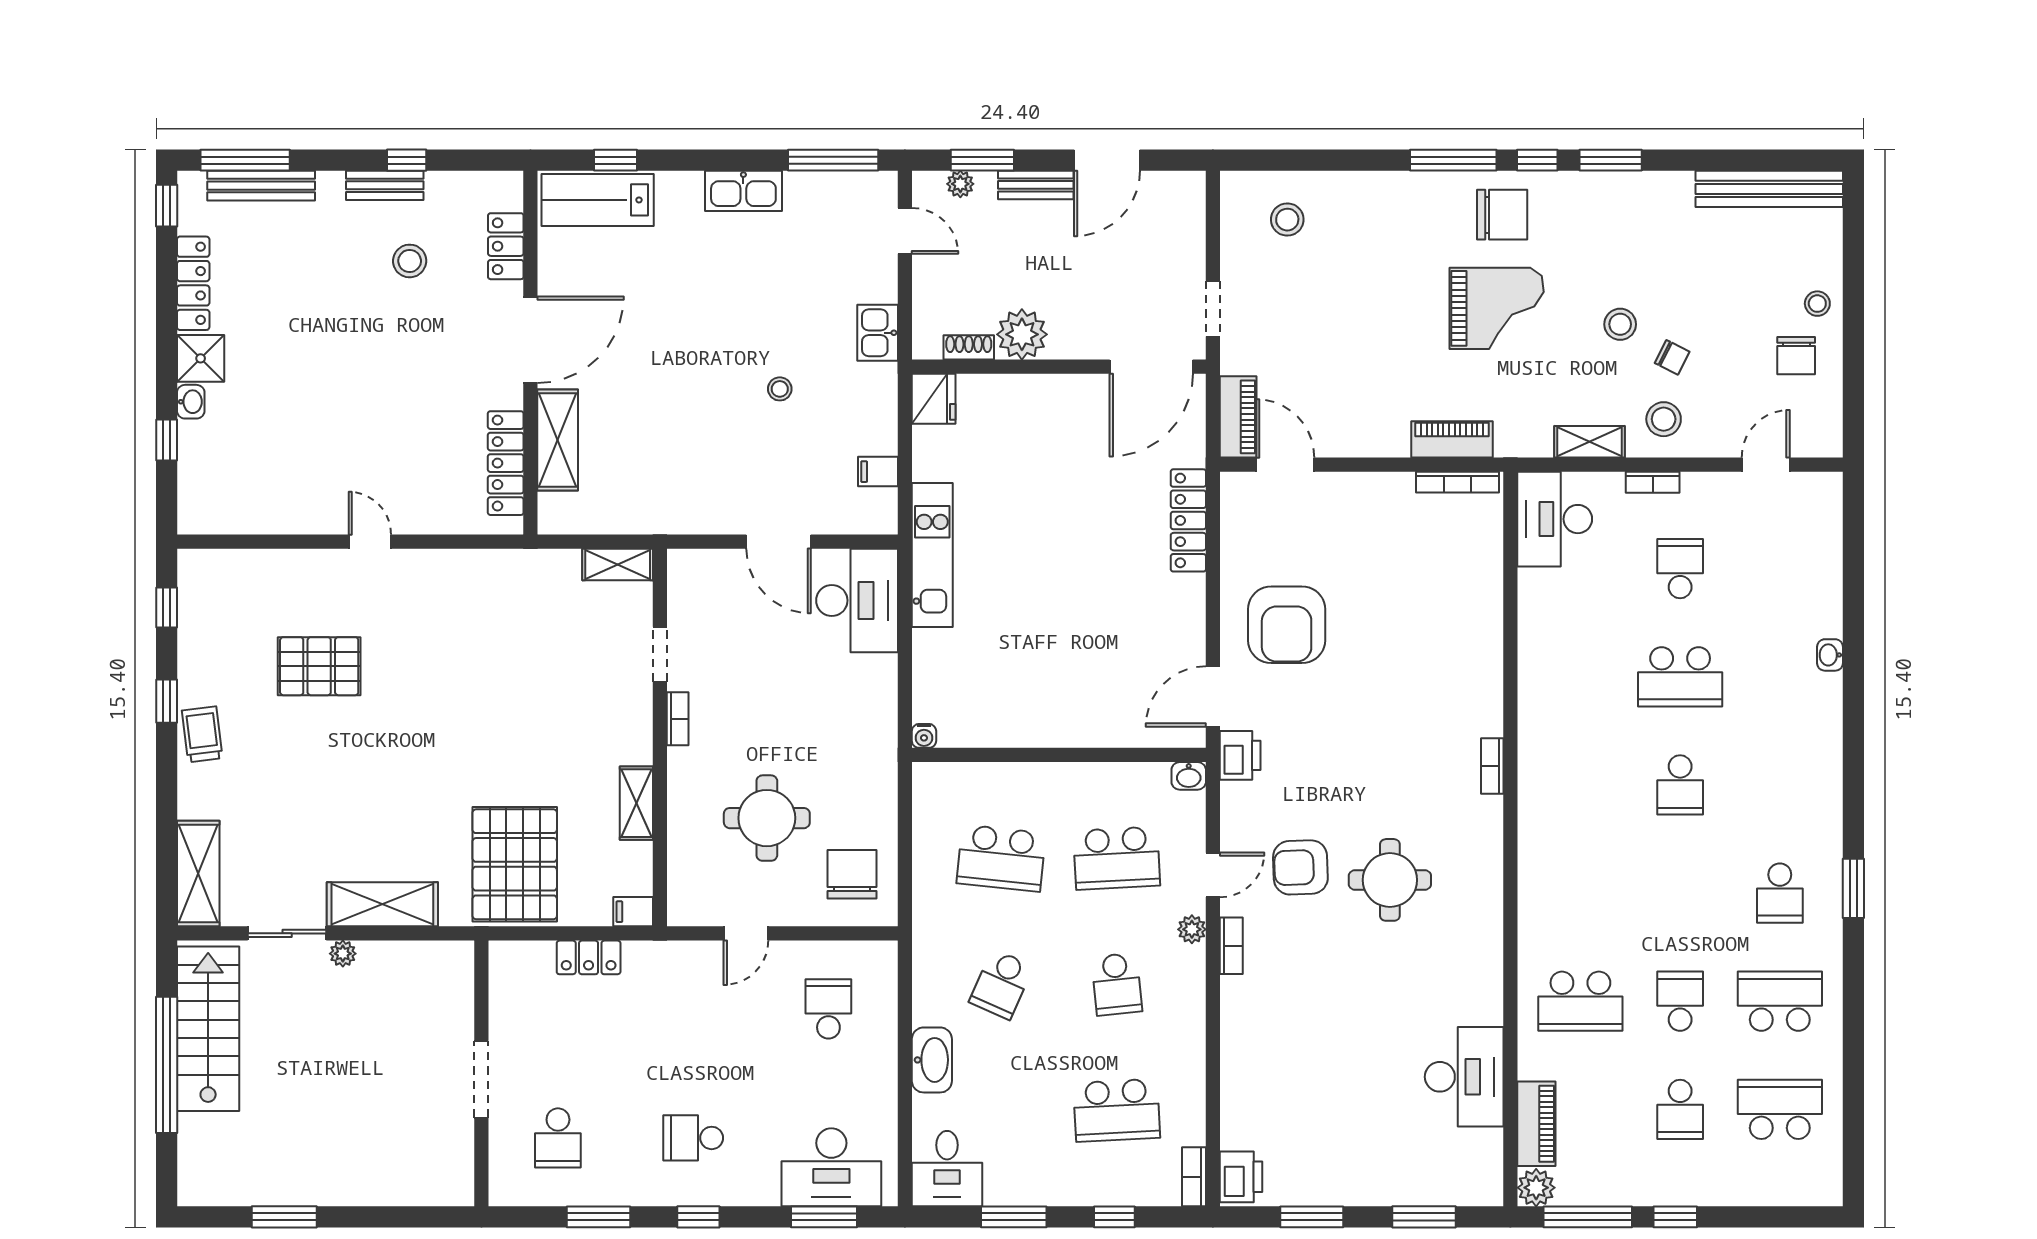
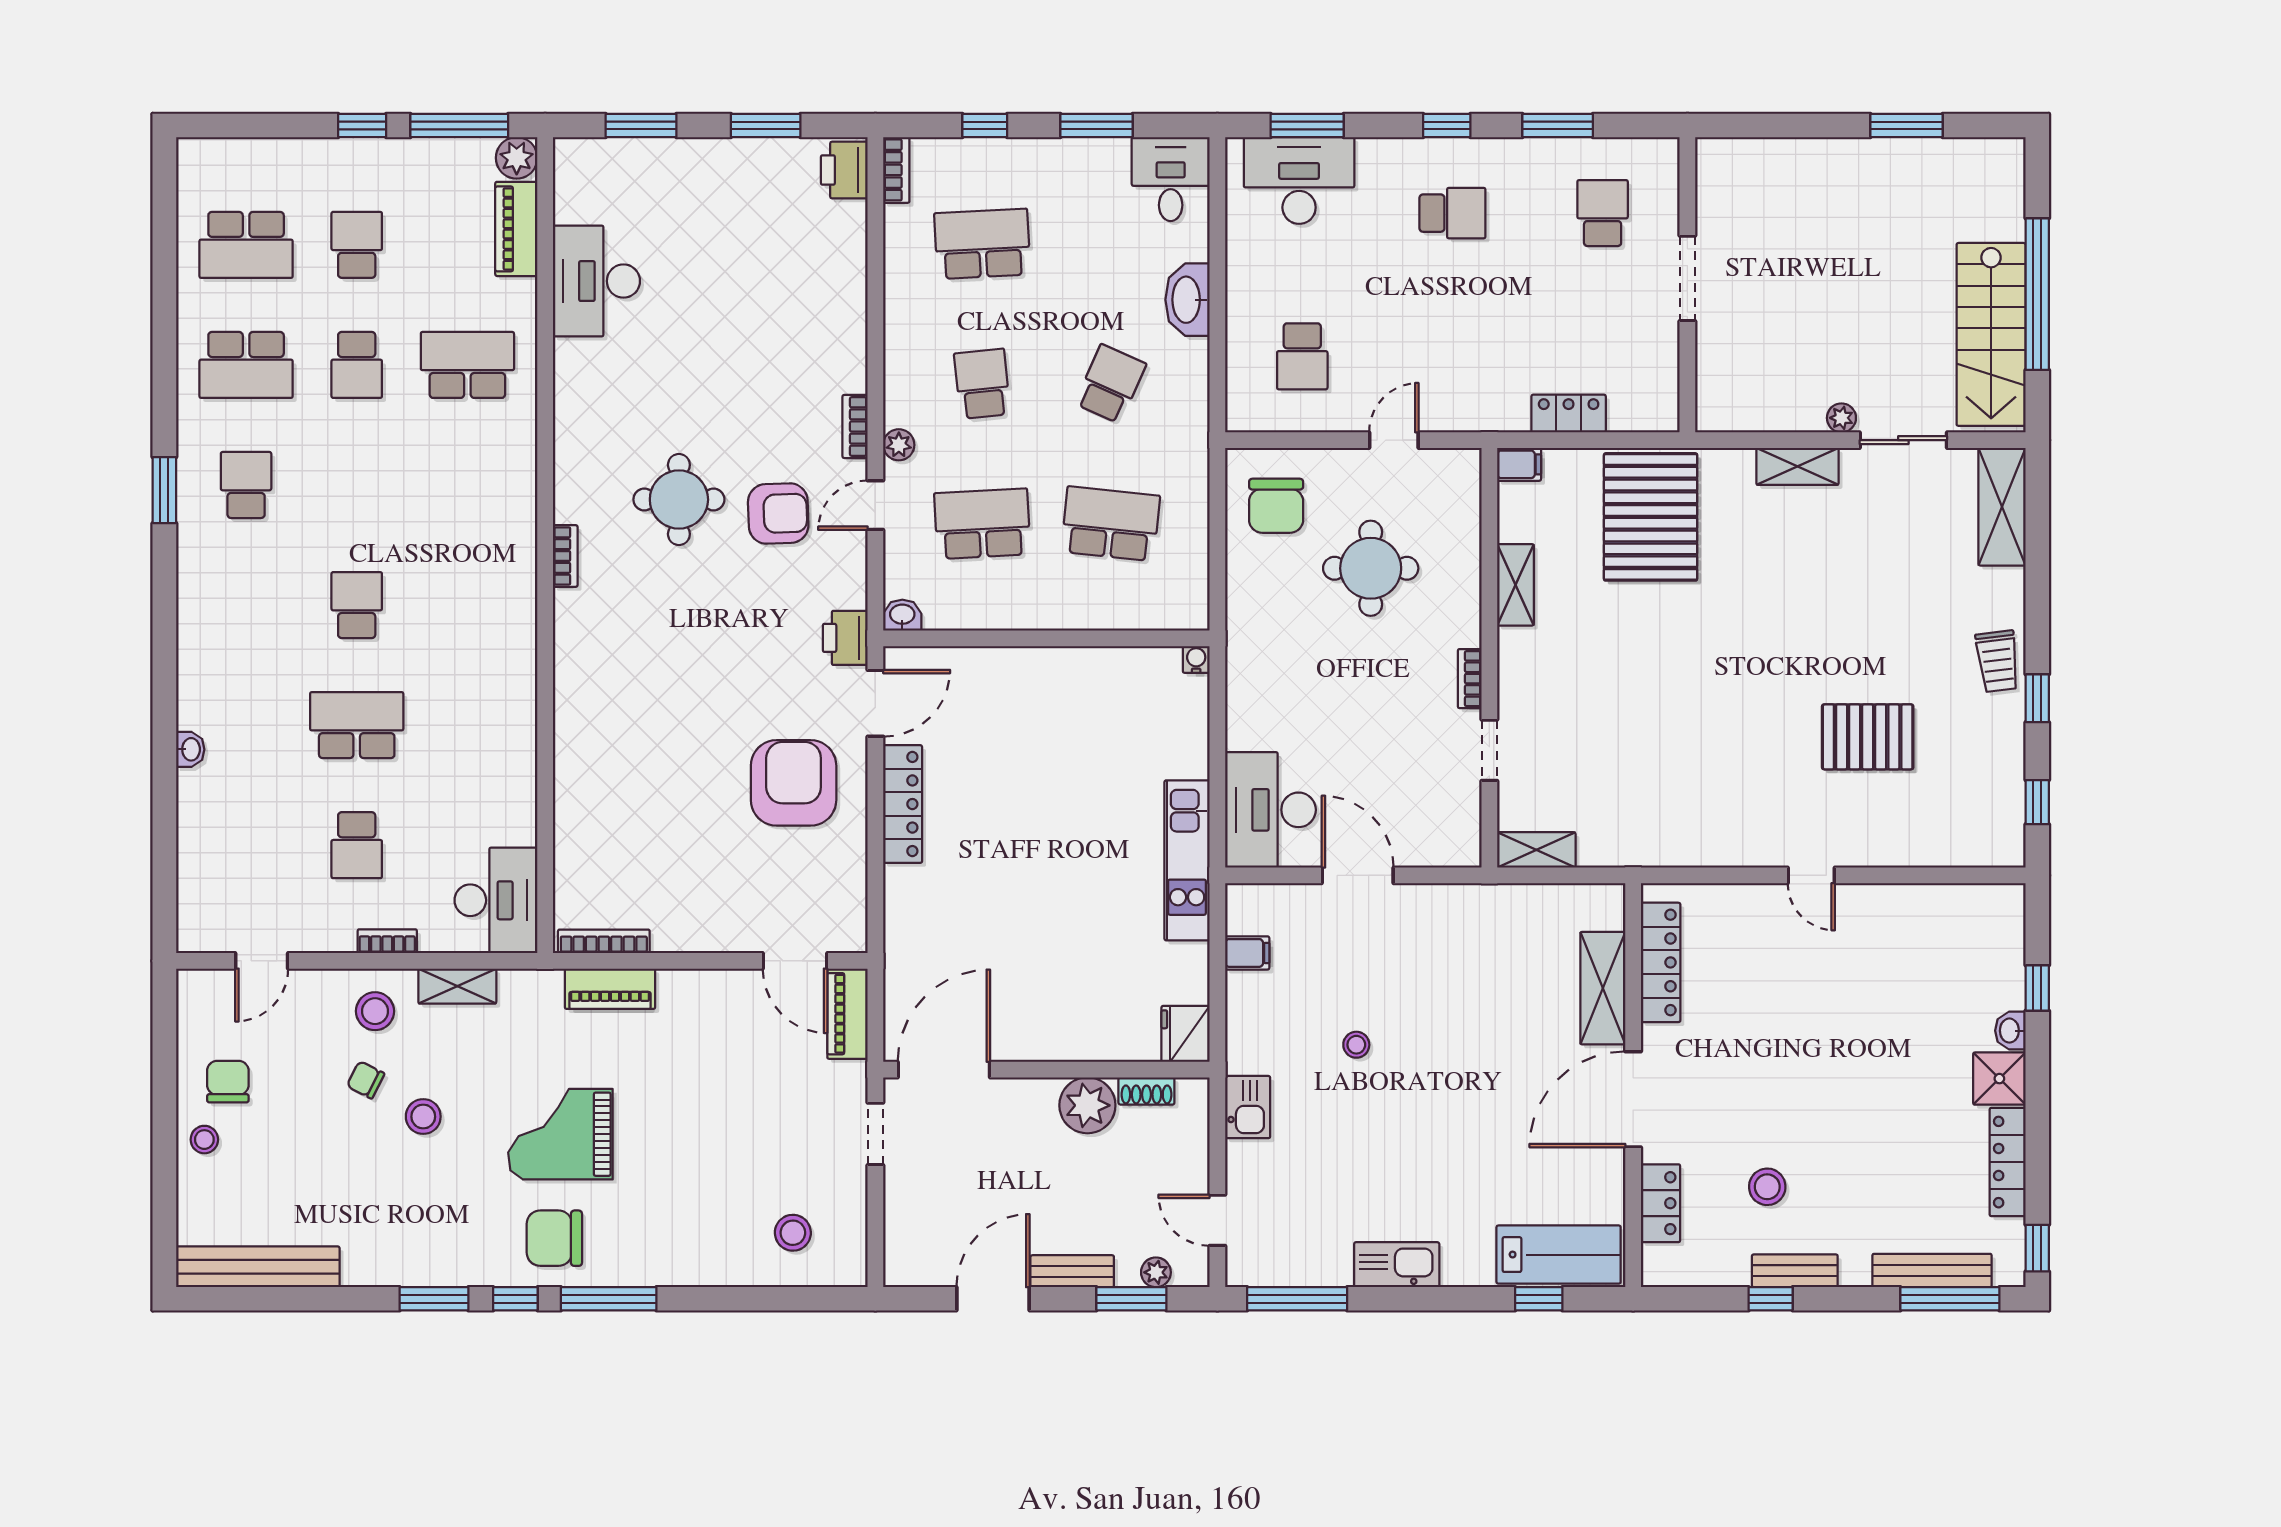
locker: (1188, 520) -> (903, 804), moved
bookcase: (1492, 766) -> (565, 556), moved
shelving: (382, 904) -> (1797, 466), width x0.67, depth x0.75

